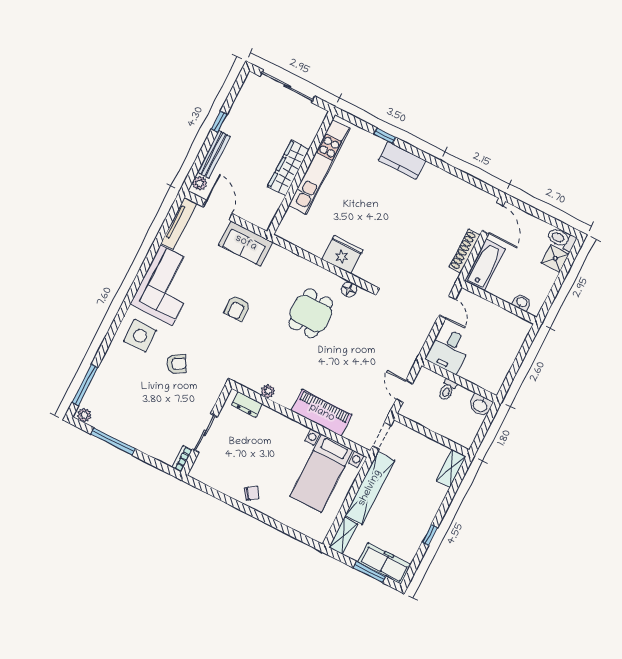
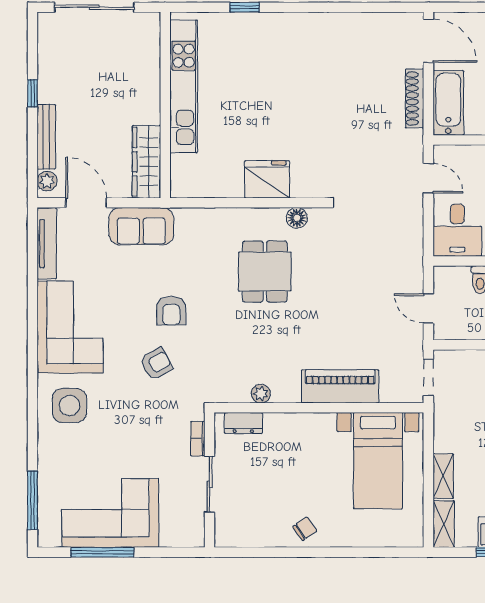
kitchen counter: (402, 160) -> (281, 26), removed
wardrobe: (289, 168) -> (146, 162), moved
armchair: (176, 364) -> (156, 364), moved
plant: (84, 415) -> (50, 538), removed
corner sofa: (131, 419) -> (110, 513), added
bookcase: (182, 459) -> (198, 439), moved
shelving: (370, 488) -> (443, 476), width x0.45, depth x0.75

